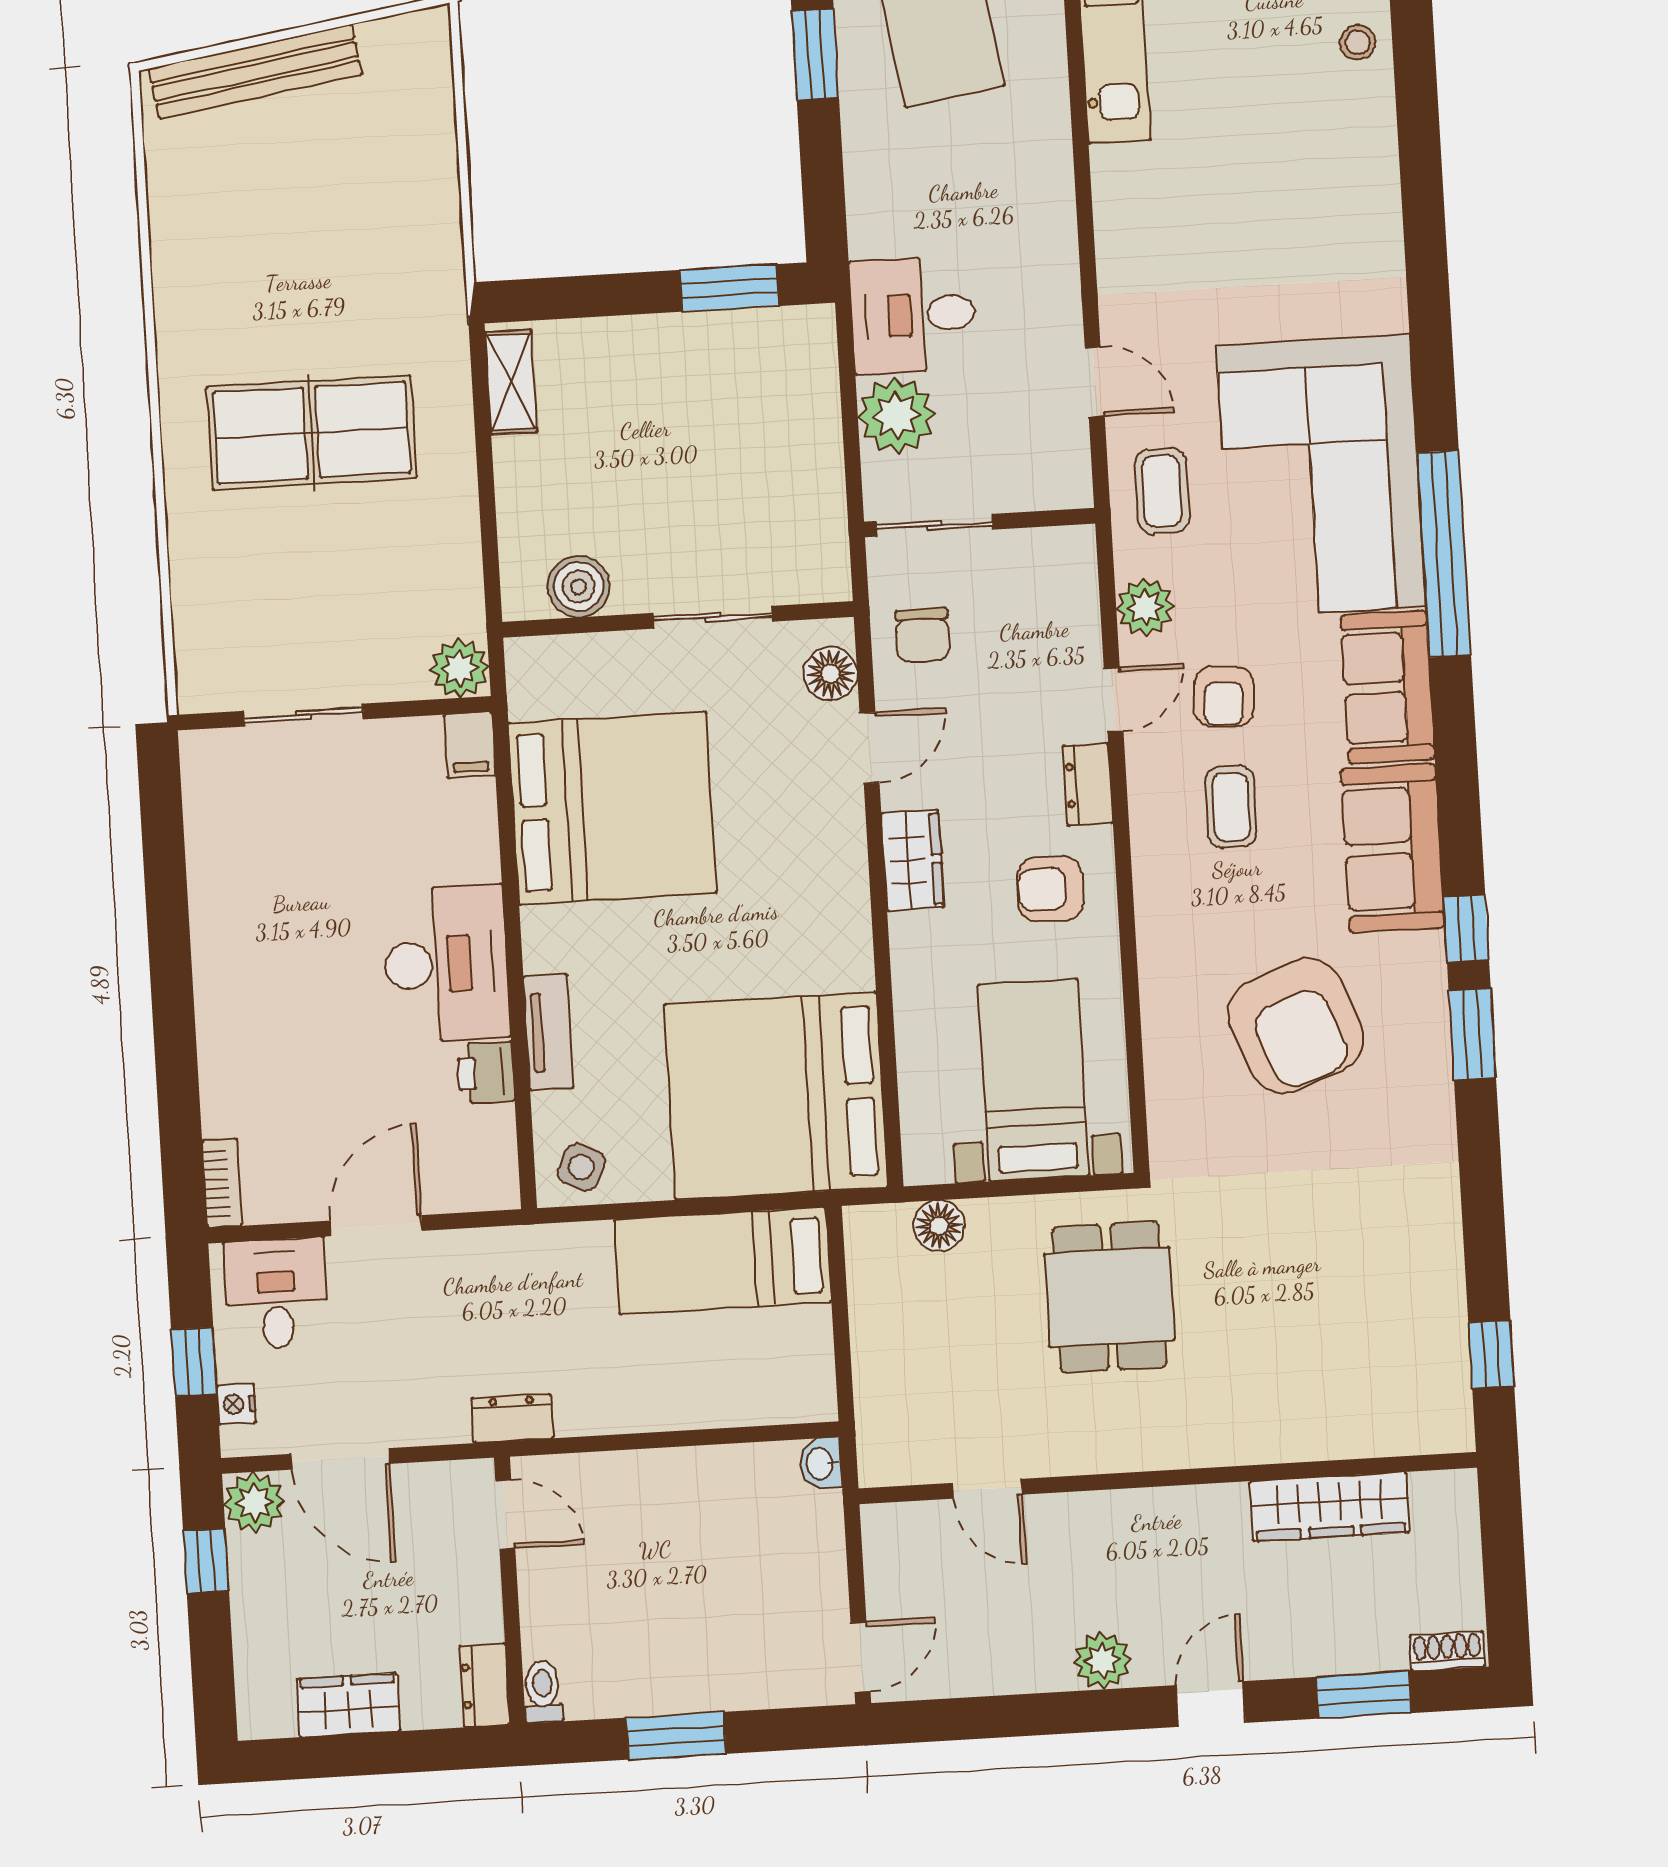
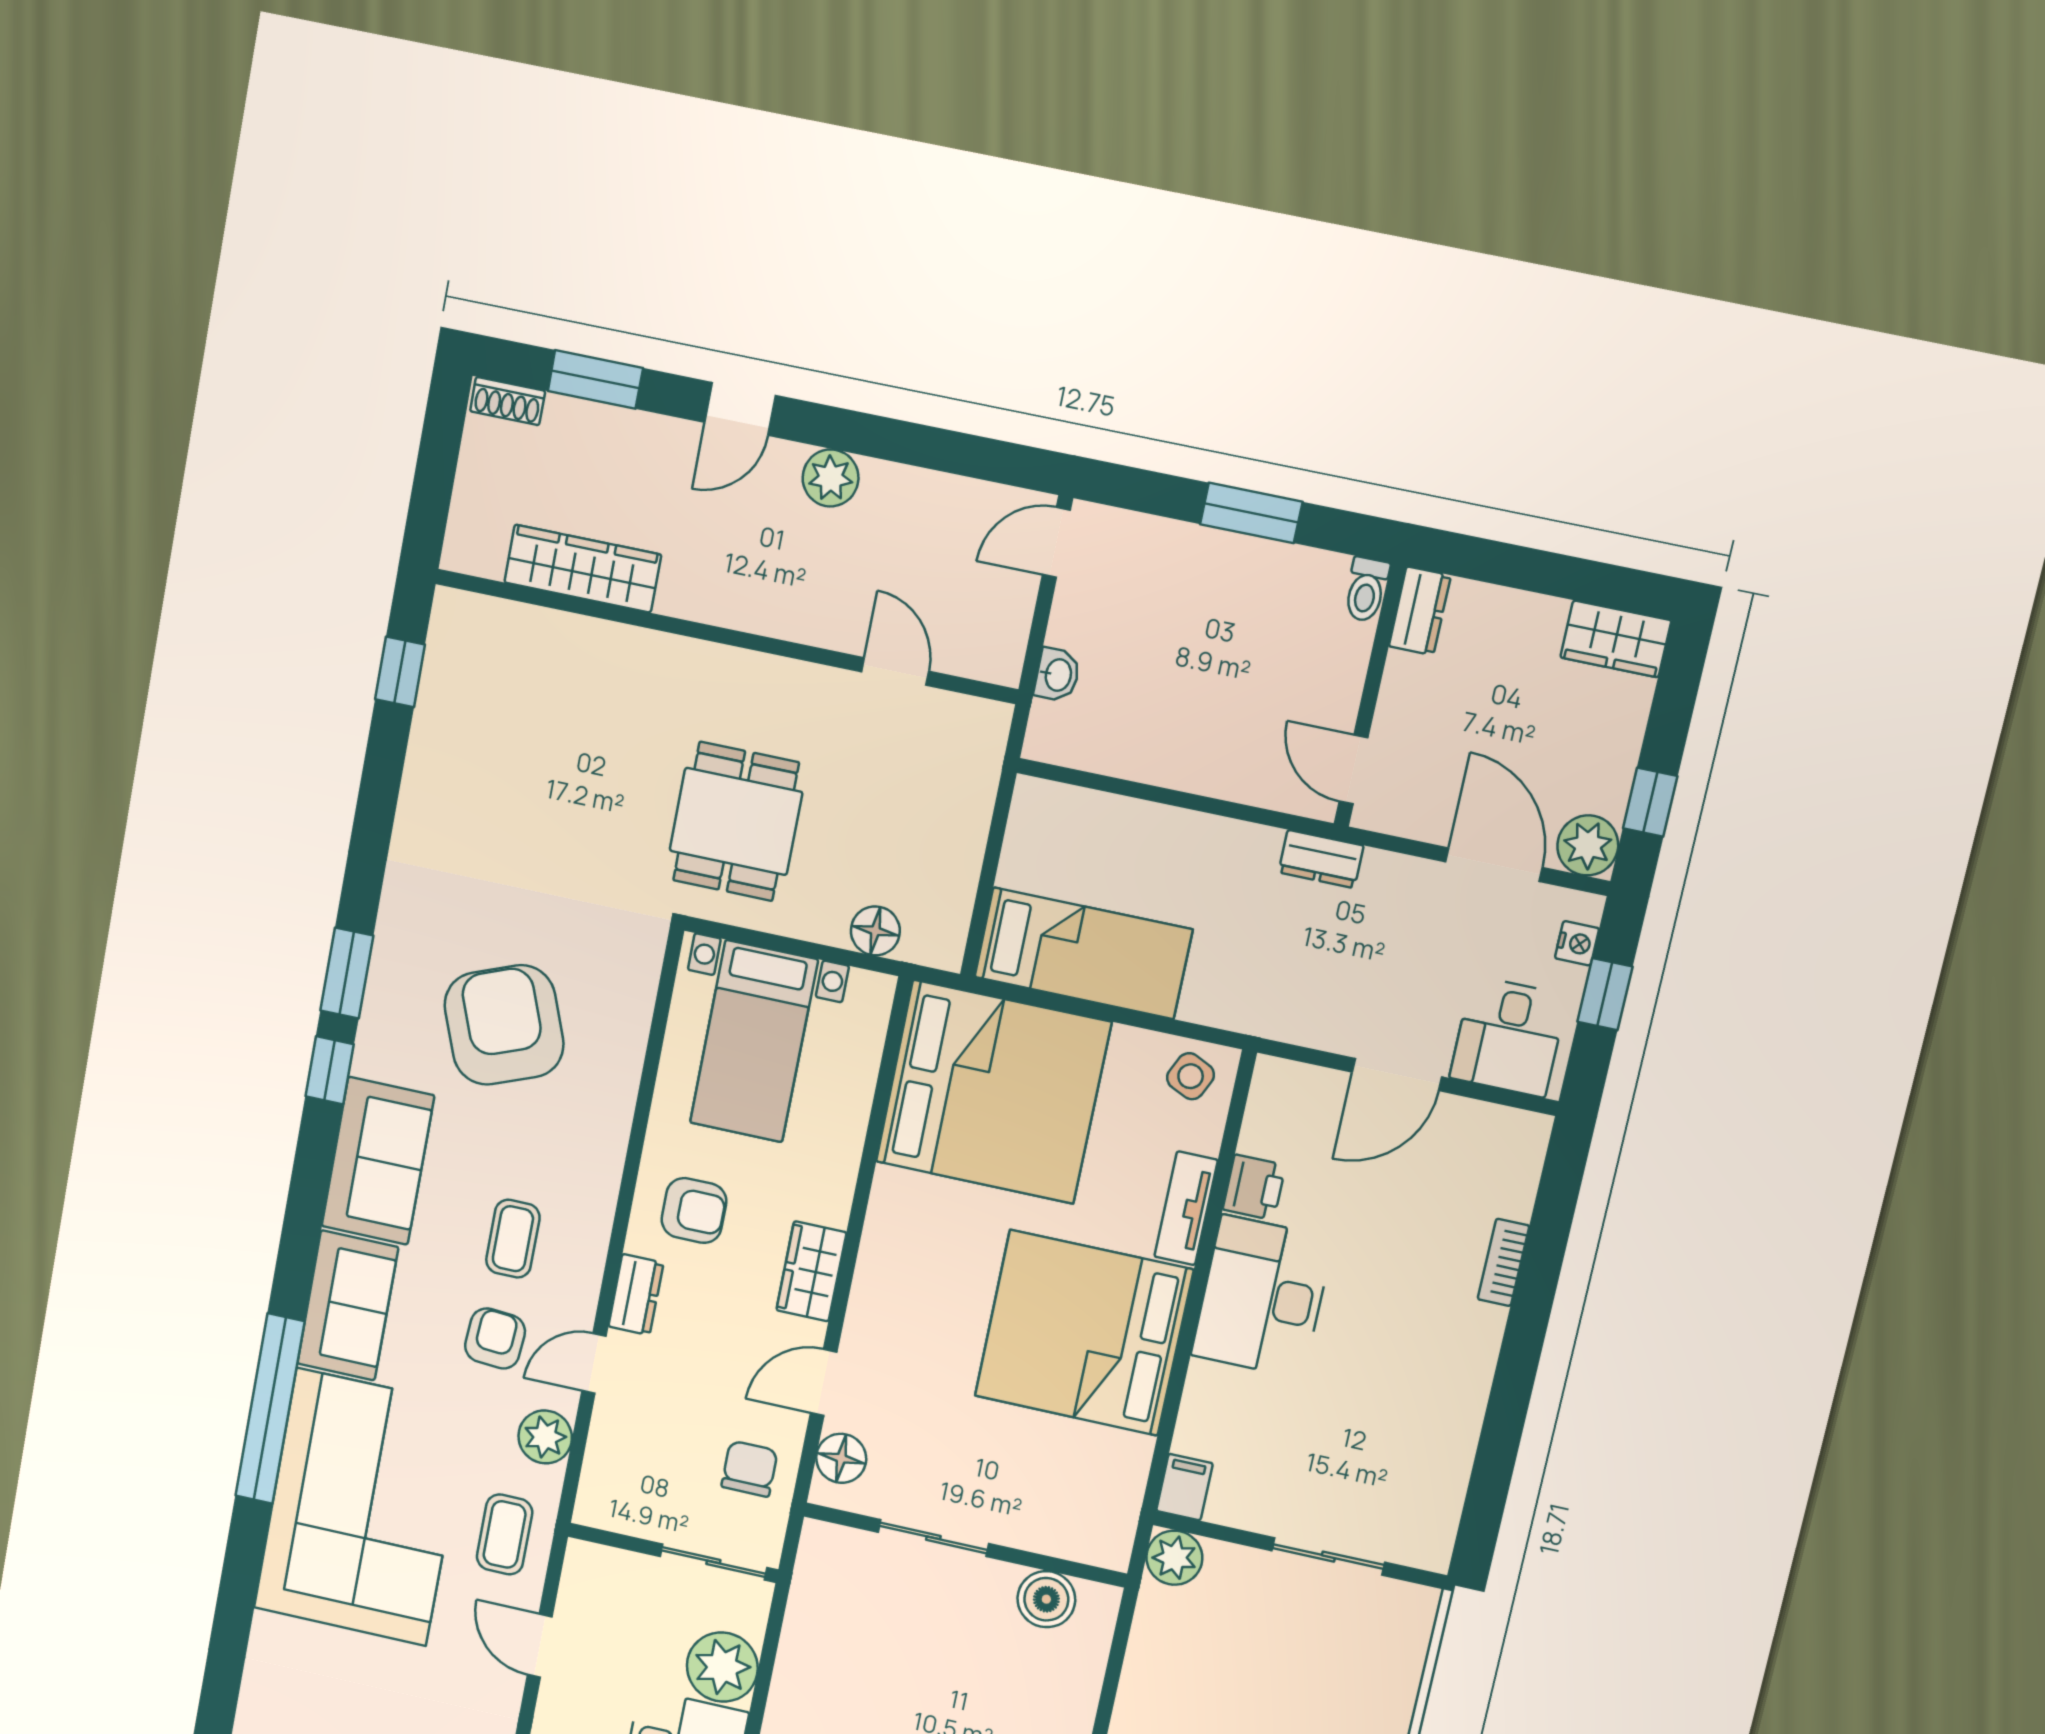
bed: (612, 808) -> (1084, 1333), moved
bookcase: (222, 1183) -> (1503, 1262), moved
washbasin: (821, 1464) -> (1057, 675), moved
wardrobe: (348, 1705) -> (1616, 639), moved

